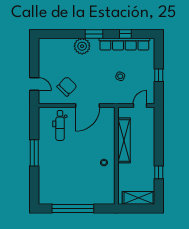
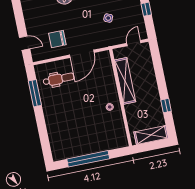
chair: (67, 86) -> (57, 39), turned -134
dental chair: (60, 125) -> (58, 79), turned -90
window: (34, 153) -> (35, 93), moved

